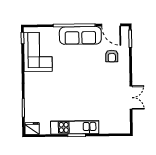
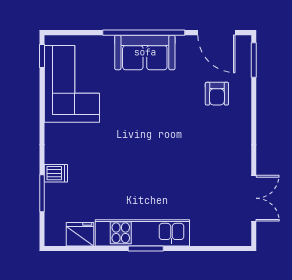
sofa: (80, 35) -> (145, 52), width x0.73
dishwasher: (30, 97) -> (56, 173), added
double door: (131, 98) -> (254, 198), moved
fridge: (32, 129) -> (80, 234), moved

